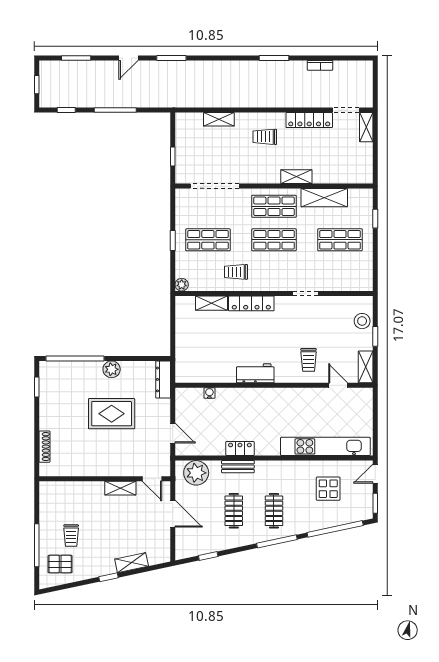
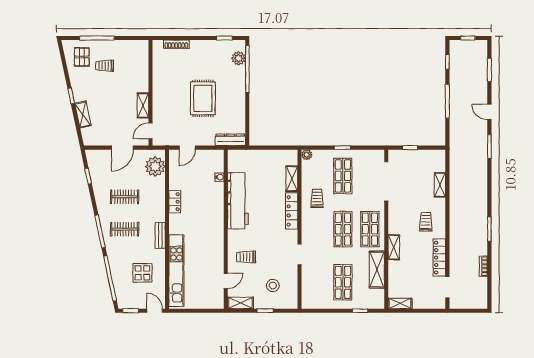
shelving: (366, 127) -> (400, 303), moved
stool: (362, 321) -> (273, 285), moved
plant: (112, 369) -> (239, 58), moved
workbench: (255, 373) -> (238, 201), width x1.88, depth x1.32
bench: (238, 467) -> (160, 235), moved

